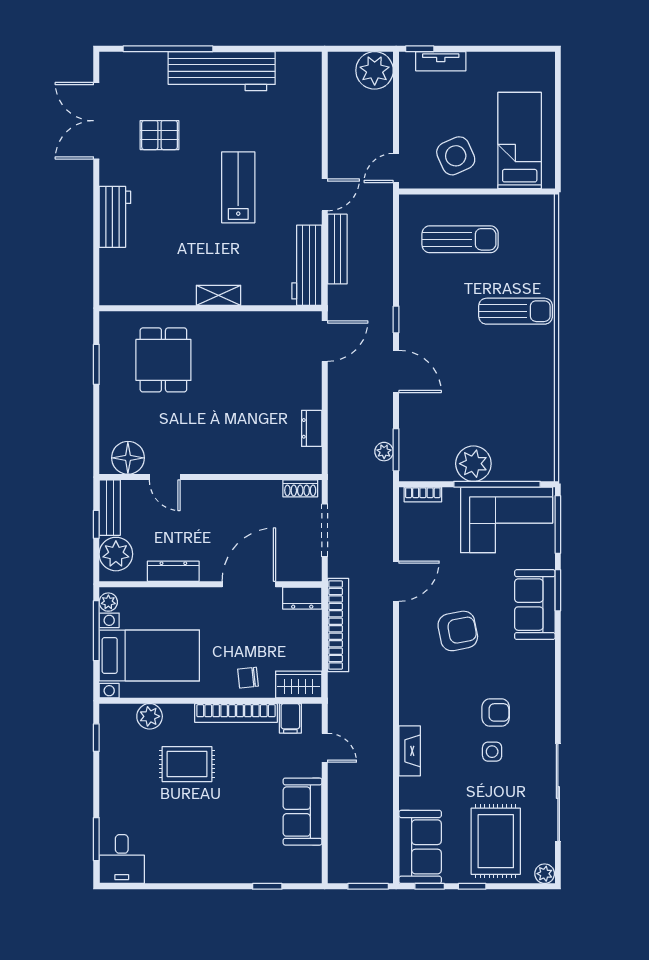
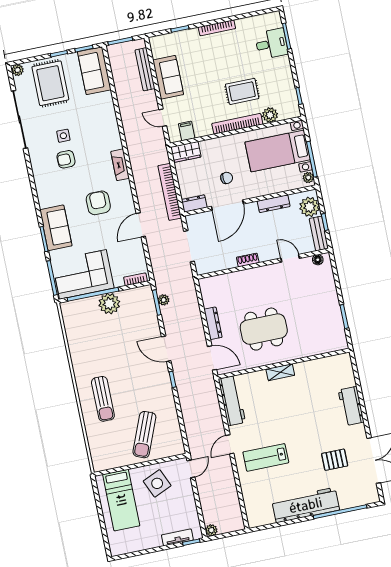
plant: (375, 70) -> (211, 530), width x0.53, depth x0.53
lab bench: (238, 187) -> (266, 457), moved, turned 90
sun lounger: (460, 239) -> (144, 435), turned -68
bench: (337, 249) -> (145, 69), moved
sun lounger: (516, 311) -> (103, 399), turned -90
door: (325, 341) -> (212, 358), swing flipped
dining table: (163, 360) -> (264, 329), moved, width x1.37
dresser: (312, 428) -> (213, 323), moved, width x1.44
floor lamp: (128, 458) -> (318, 260), width x0.53, depth x0.53
shoe rack: (300, 488) -> (248, 260), moved
armchair: (458, 631) -> (98, 203), turned 101
chair: (248, 678) -> (227, 178), moved
bookcase: (236, 713) -> (237, 124), moved
fireplace: (410, 751) -> (120, 165), moved
desk: (122, 859) -> (271, 44), moved, turned 90
bookcase: (207, 876) -> (217, 28), added

